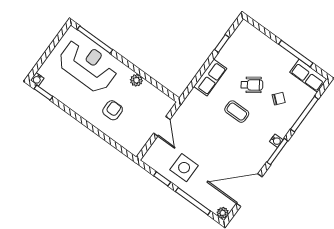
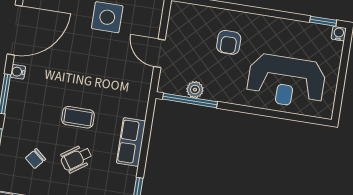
window: (95, 40) -> (190, 100), moved
plant: (136, 80) -> (195, 90), moved
water cooler: (276, 141) -> (18, 72), moved

